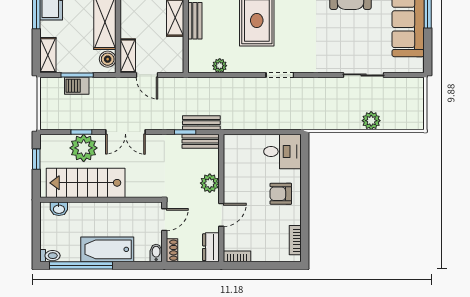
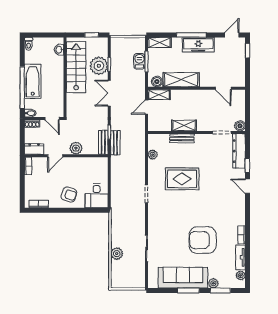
armchair: (281, 194) -> (69, 195), turned 108
door: (221, 215) -> (55, 156), hinge flipped
window: (81, 265) -> (22, 88), moved

